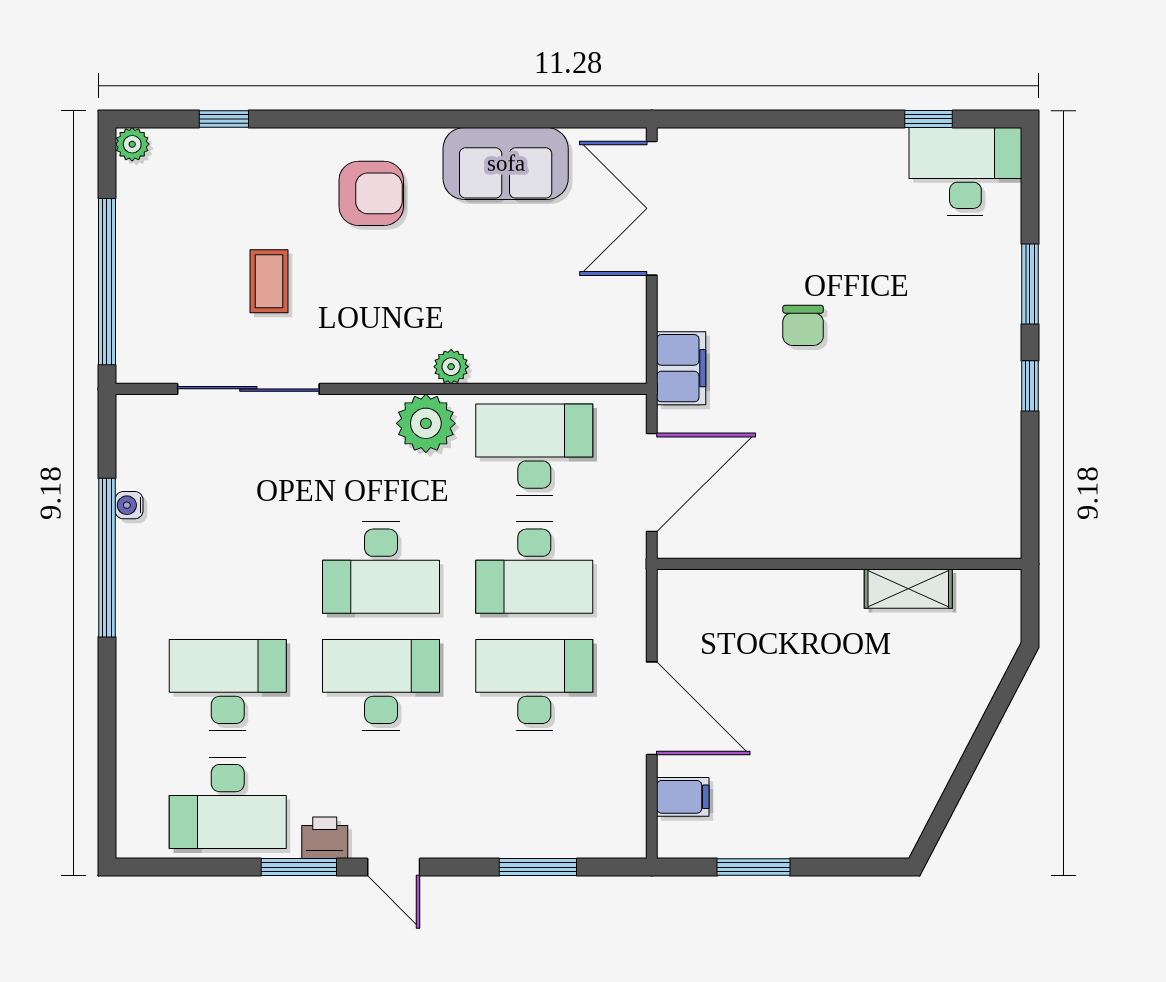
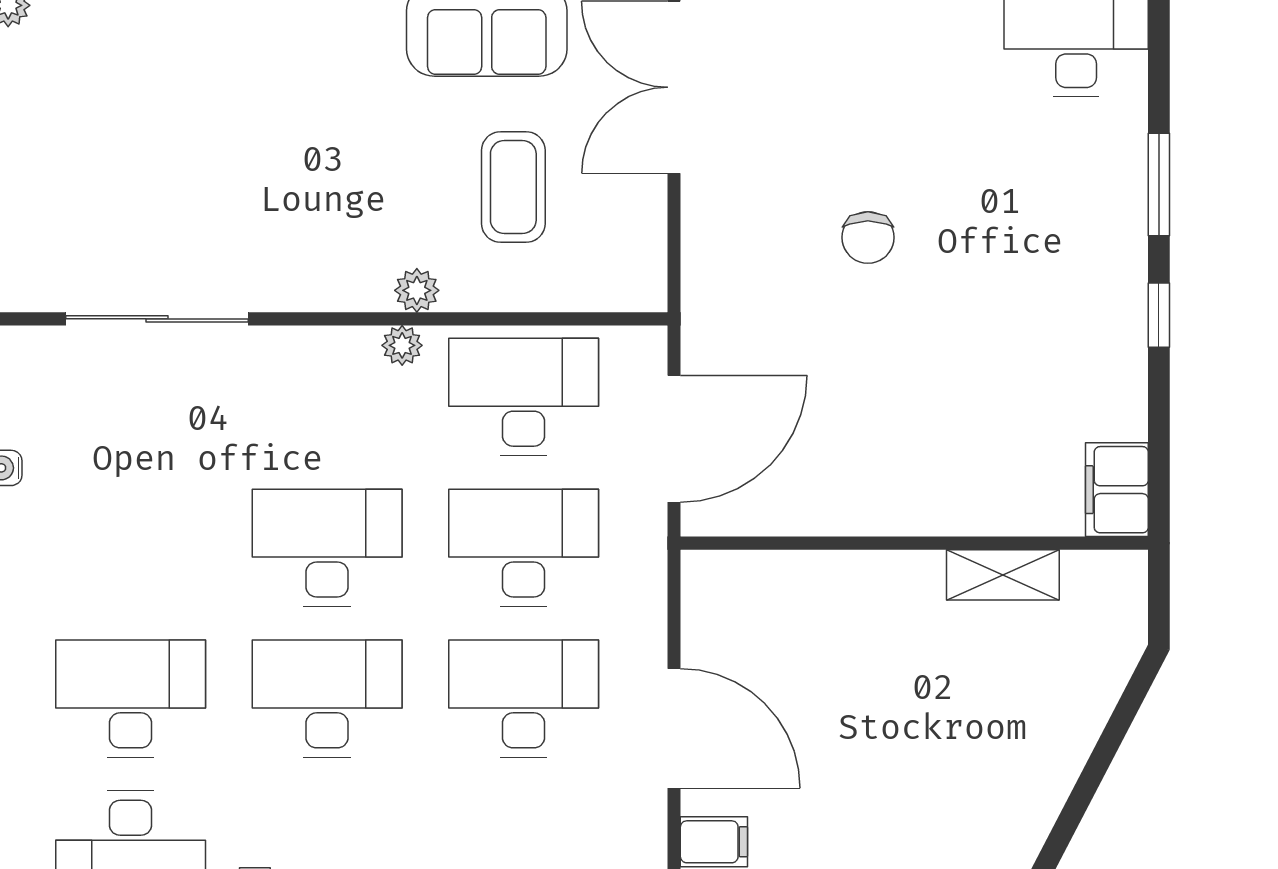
armchair: (371, 193) -> (314, 68), removed
coffee table: (269, 281) -> (513, 187), moved, width x1.36, depth x1.30
filing cabinet: (681, 368) -> (1117, 490), moved, turned 180
plant: (426, 423) -> (402, 345), width x0.53, depth x0.53
desk: (381, 567) -> (327, 548), turned 180
desk: (534, 567) -> (524, 548), turned 180

